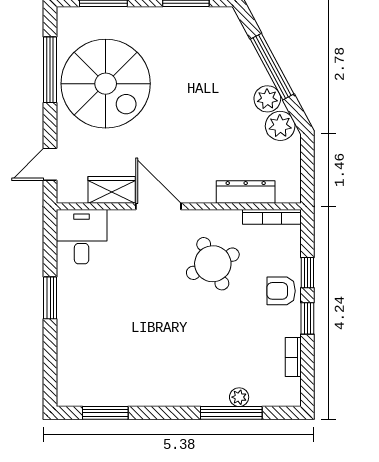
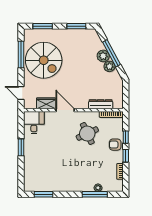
plant: (280, 126) -> (103, 56), moved
door: (50, 164) -> (21, 93), hinge flipped

